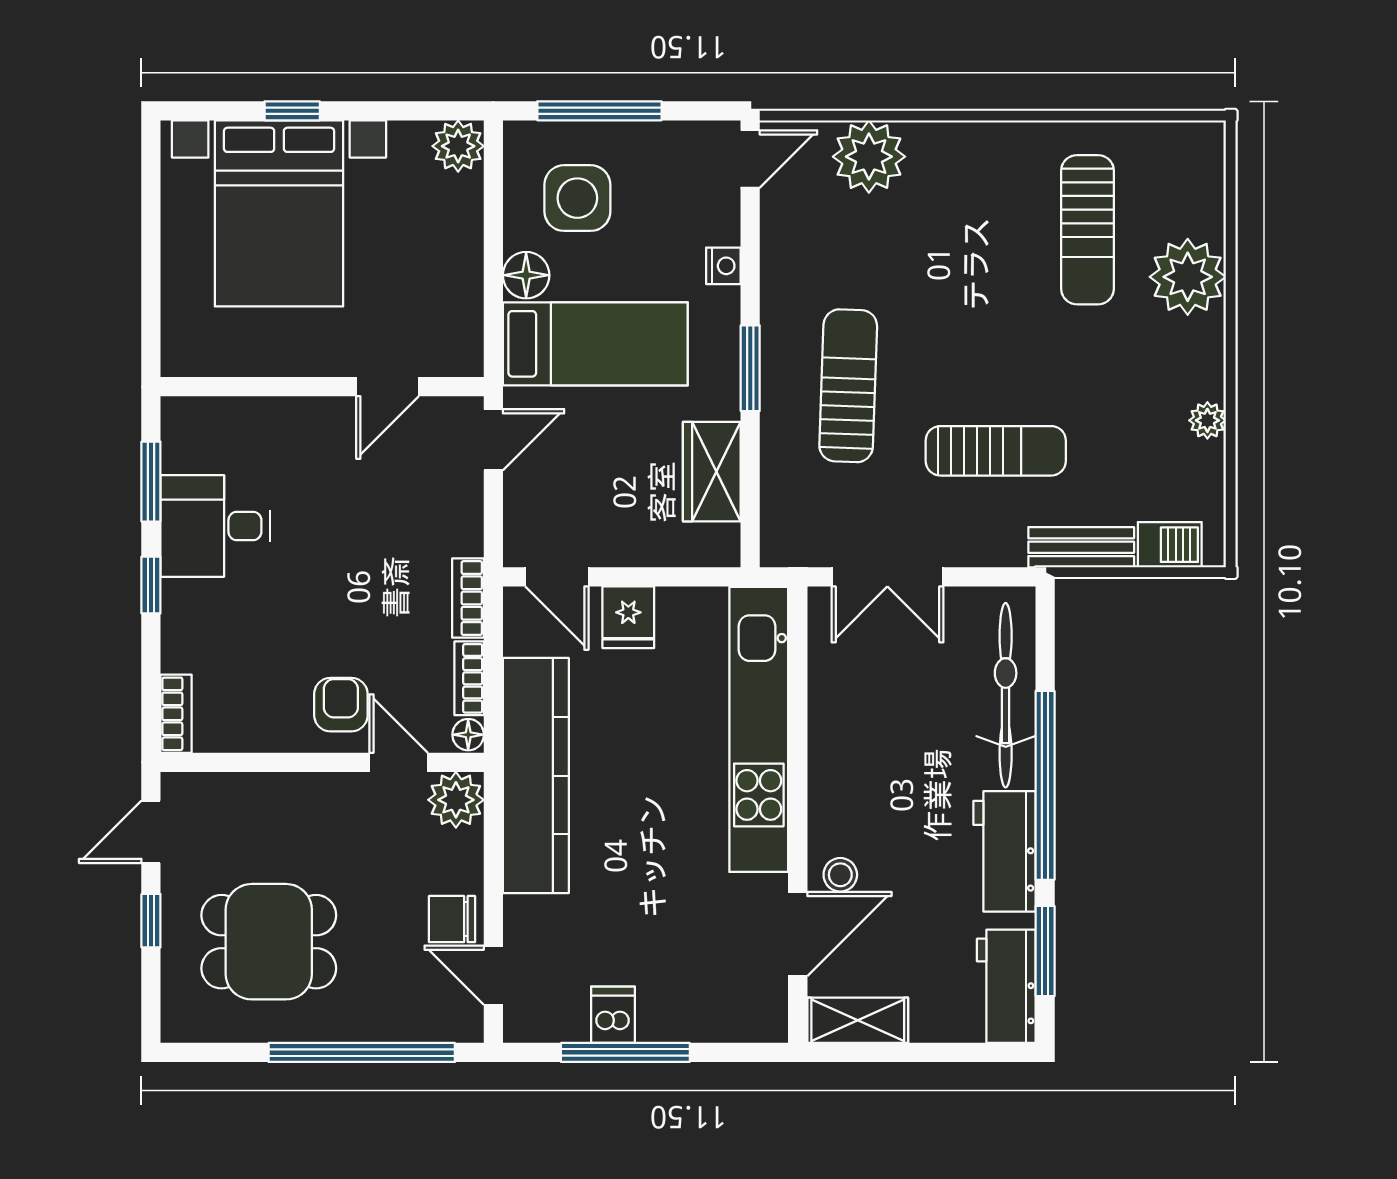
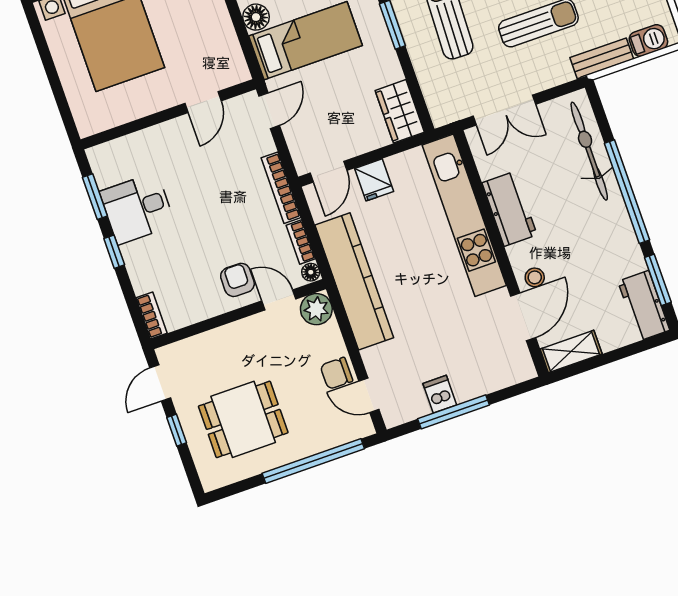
wardrobe: (712, 472) -> (400, 111), moved
door: (557, 577) -> (329, 172), hinge flipped
bookcase: (468, 598) -> (281, 188), width x1.56
workbench: (1004, 851) -> (510, 209), moved, turned 180

